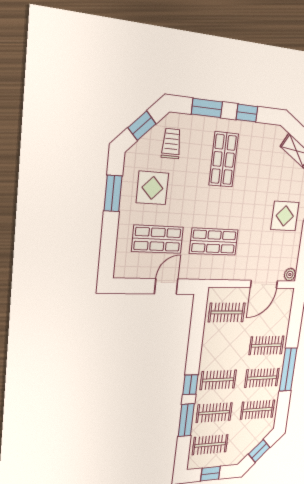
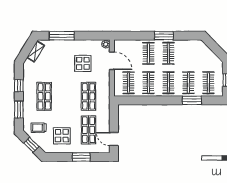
shop shelf: (224, 159) -> (44, 96), turned 90
window: (113, 193) -> (81, 157), moved
display table: (285, 216) -> (83, 63), moved
door: (166, 286) -> (114, 139), moved
window: (288, 369) -> (164, 36), width x0.69
window: (190, 385) -> (171, 100), removed
clothes rail: (258, 410) -> (148, 83), moved
window: (259, 451) -> (215, 48), removed

